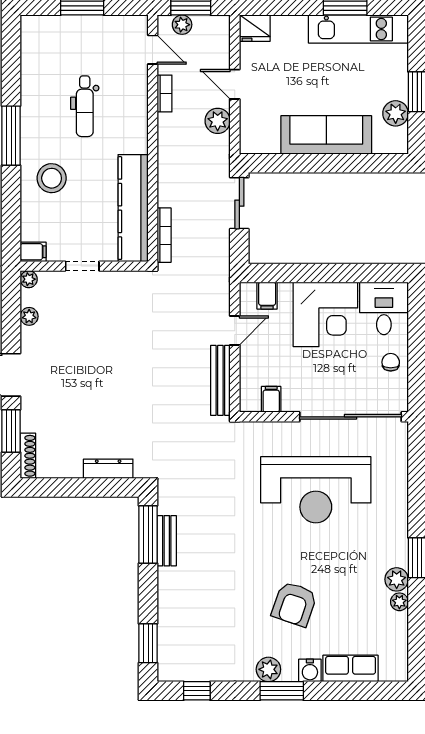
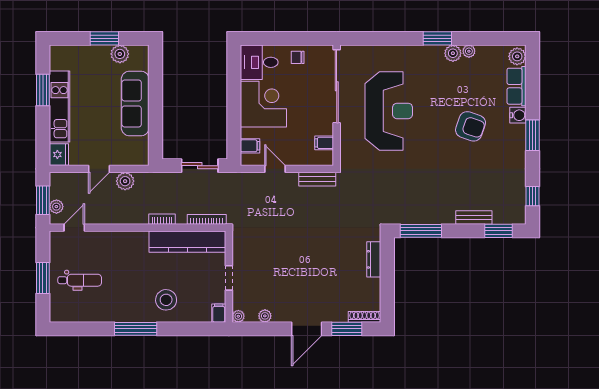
kitchen unit: (358, 29) -> (59, 107), moved
bookcase: (165, 94) -> (162, 219), moved
dental chair: (85, 106) -> (80, 280), moved
sliding door: (239, 203) -> (200, 166), moved
bench: (220, 380) -> (317, 179), width x0.73
bench: (167, 541) -> (474, 218), moved
plant: (268, 669) -> (517, 56), moved

